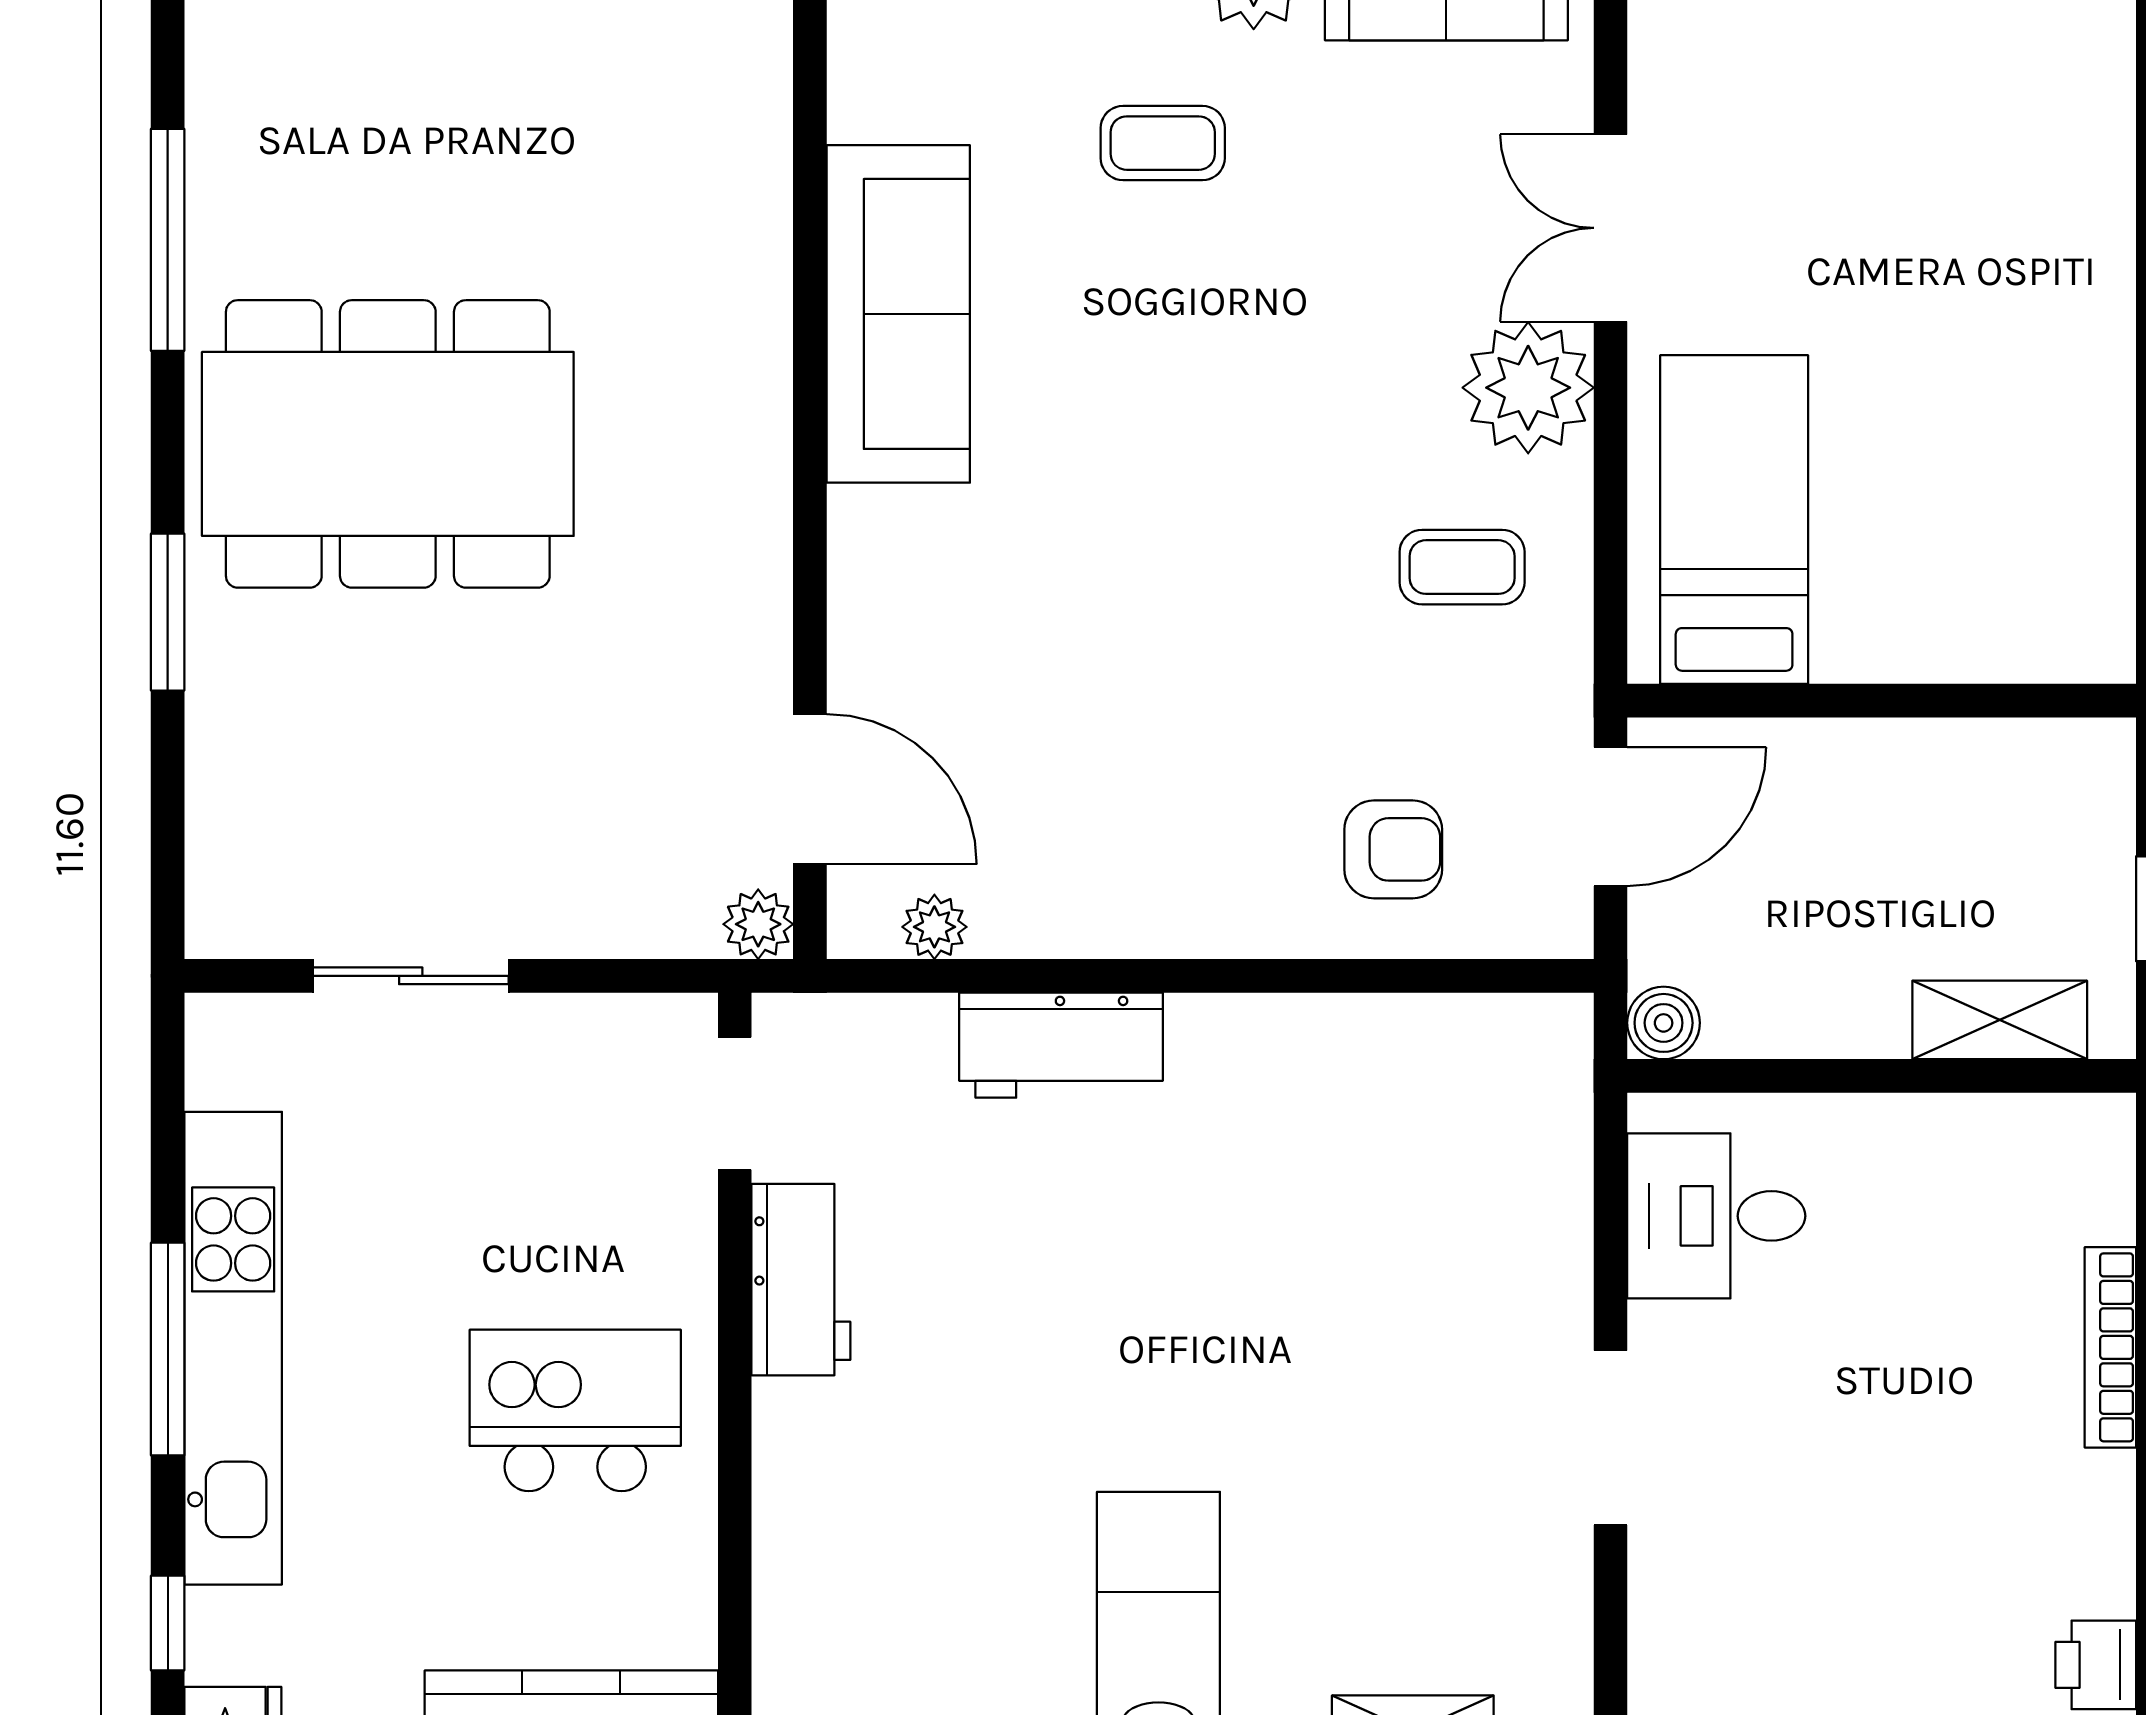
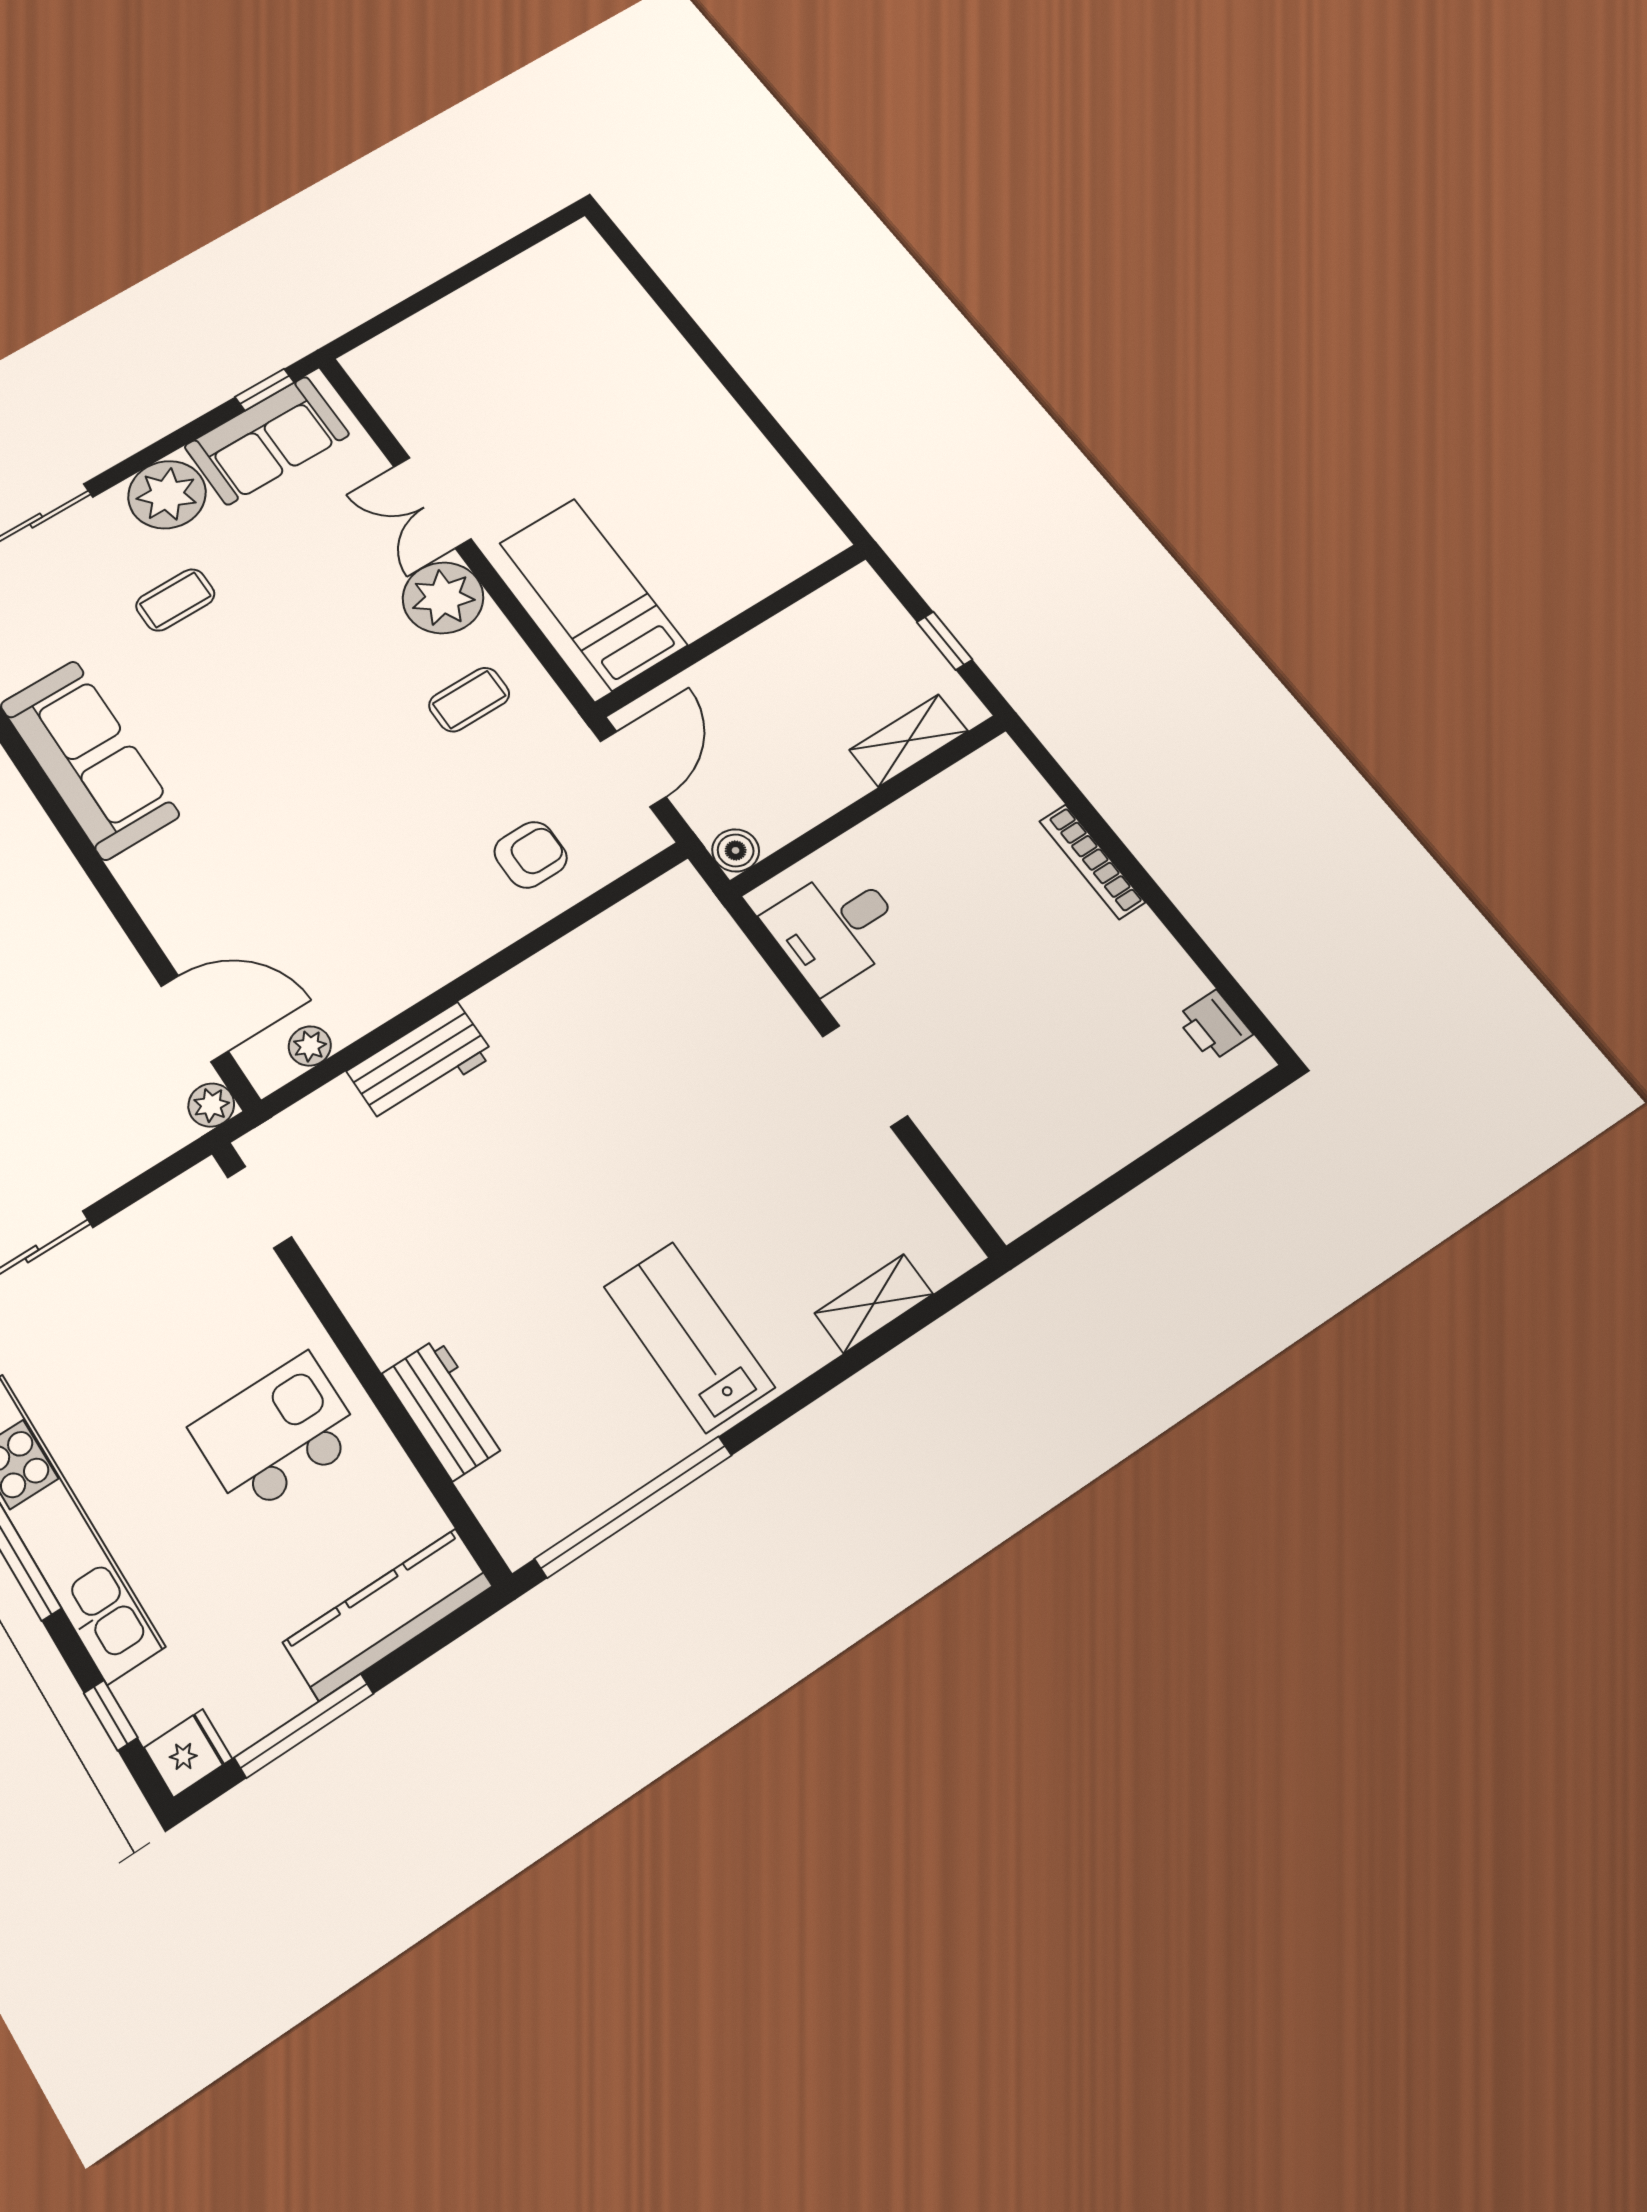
workbench: (801, 1280) -> (445, 1409), moved

